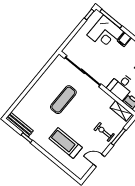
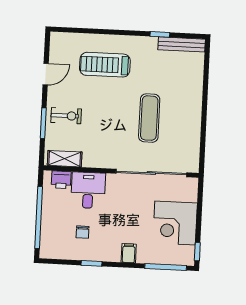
corner desk: (105, 33) -> (175, 223), moved, turned -90
treadmill: (66, 143) -> (105, 65), turned 180

